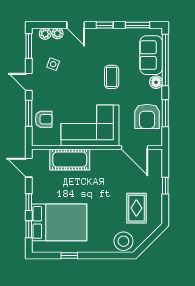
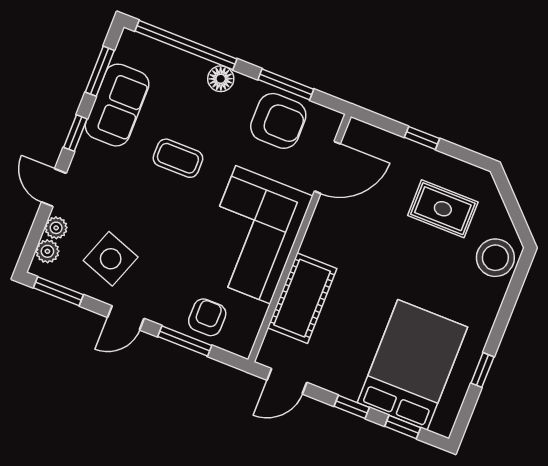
door: (76, 25) -> (54, 188), swing flipped
sofa: (151, 55) -> (117, 105), moved, turned -90
side table: (53, 64) -> (111, 259), width x1.87, depth x1.87

